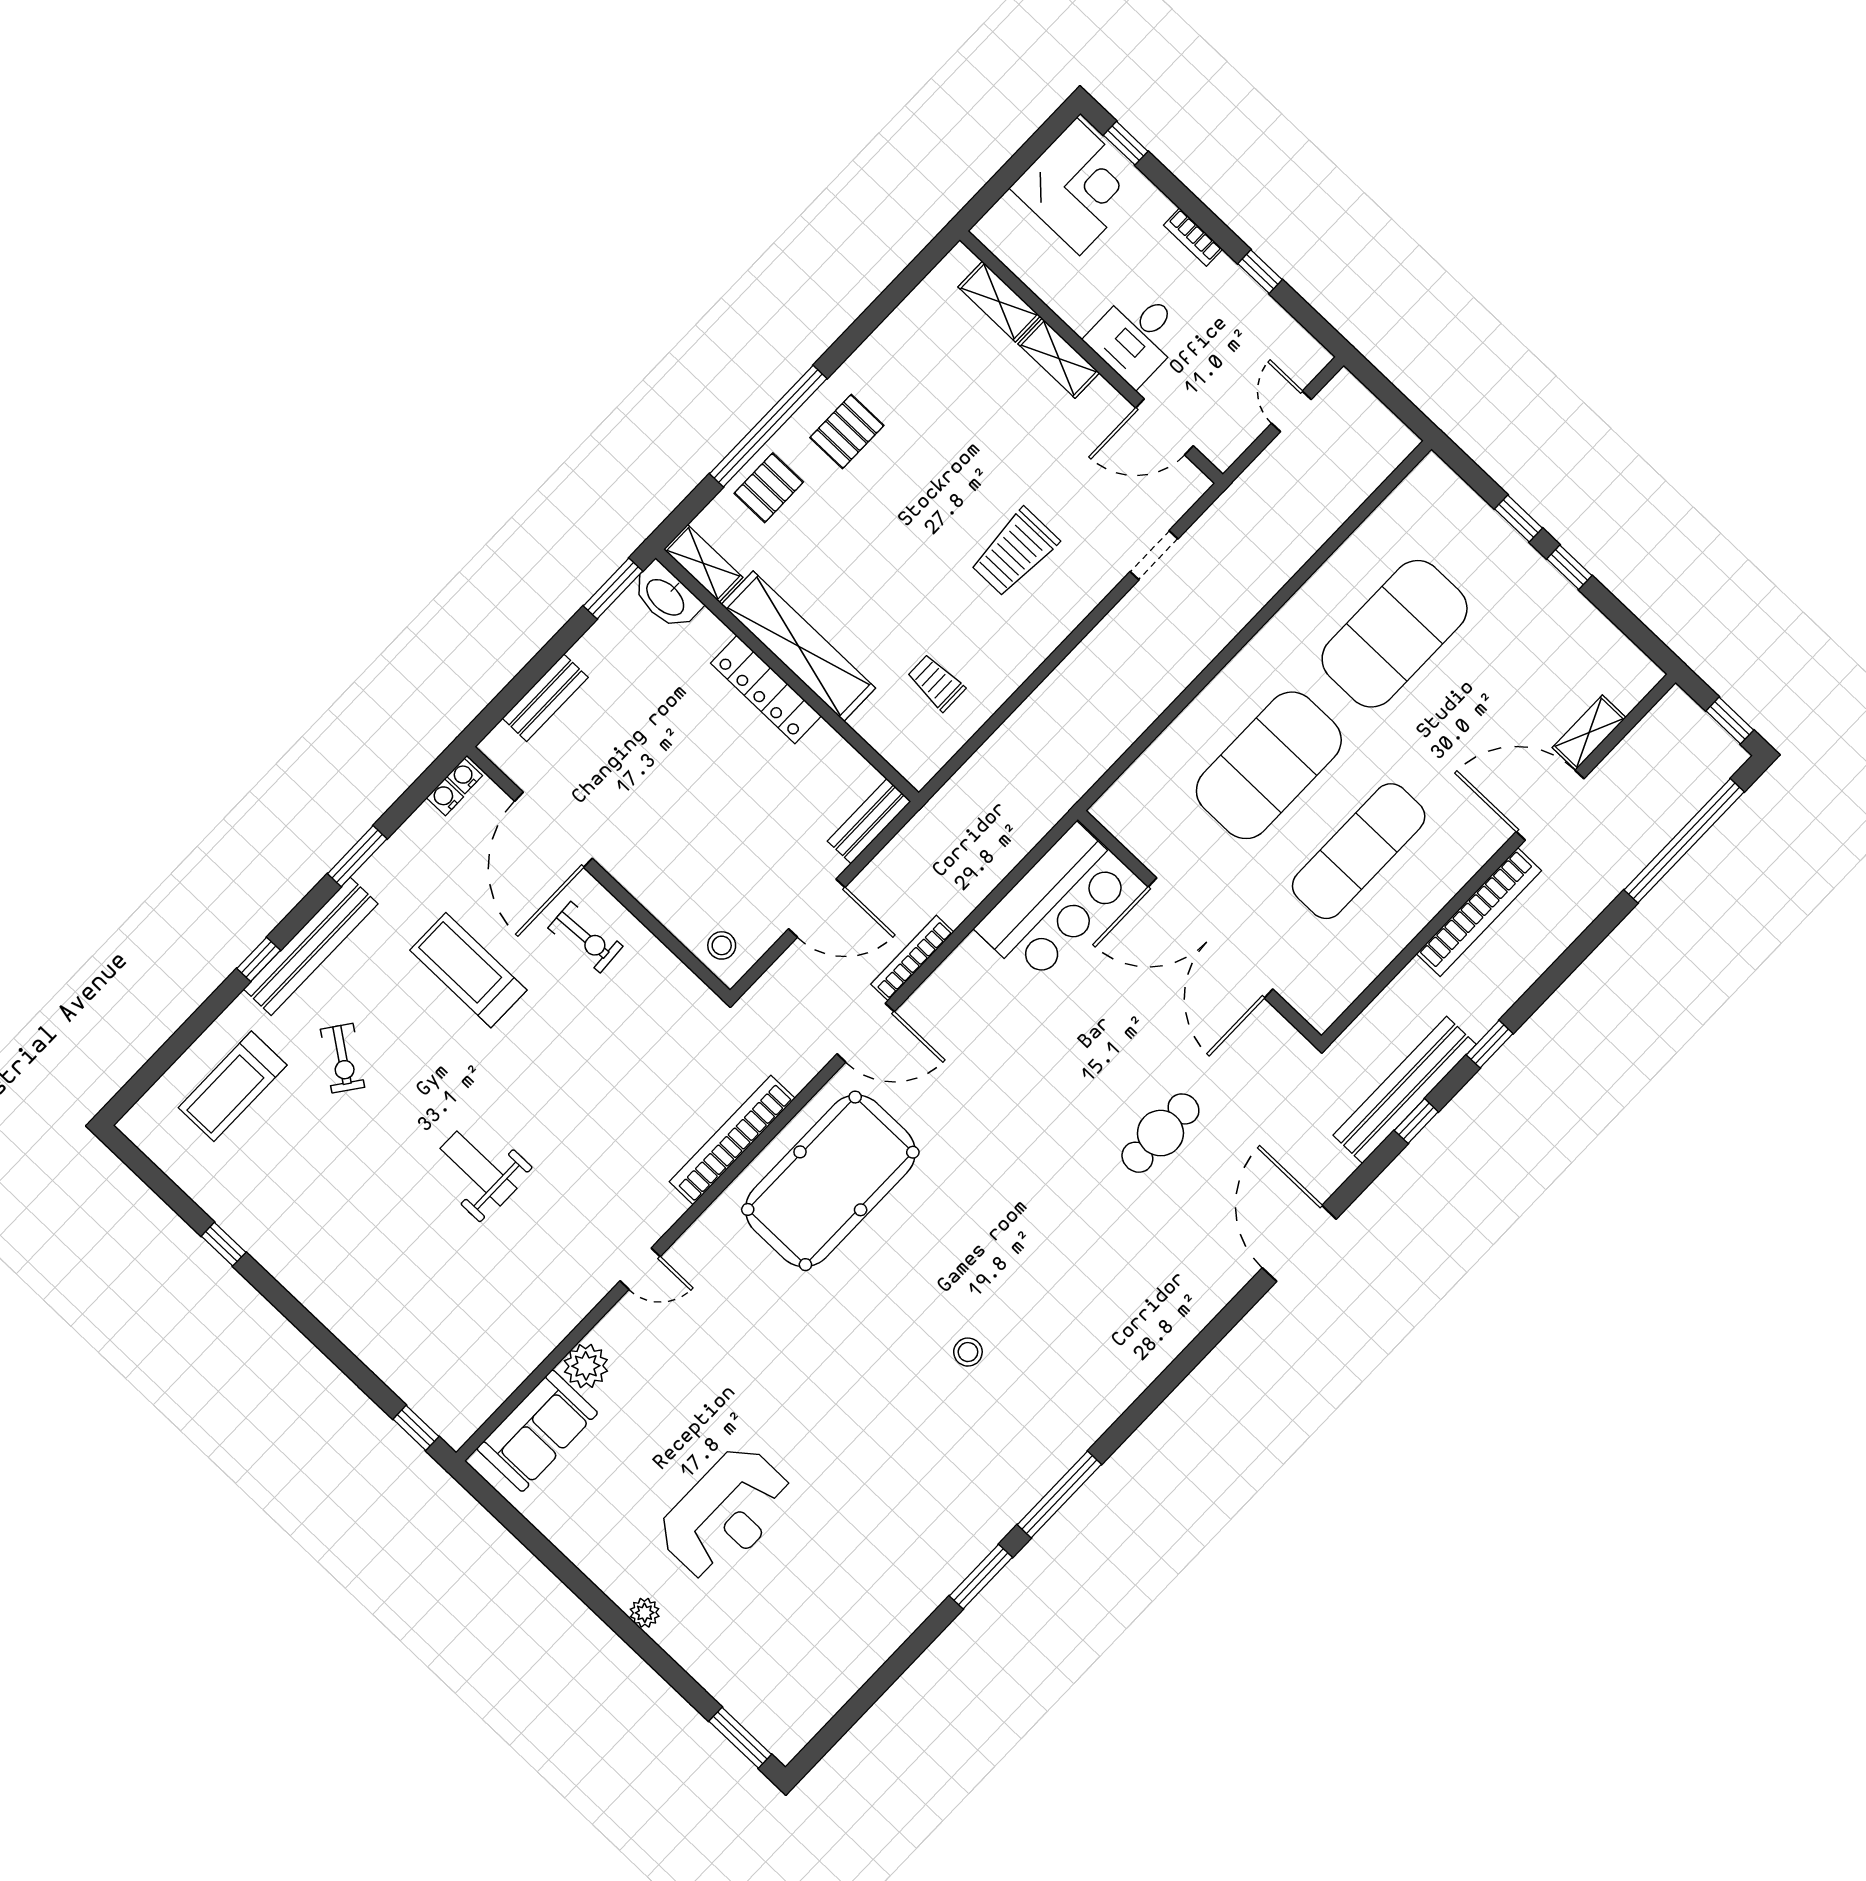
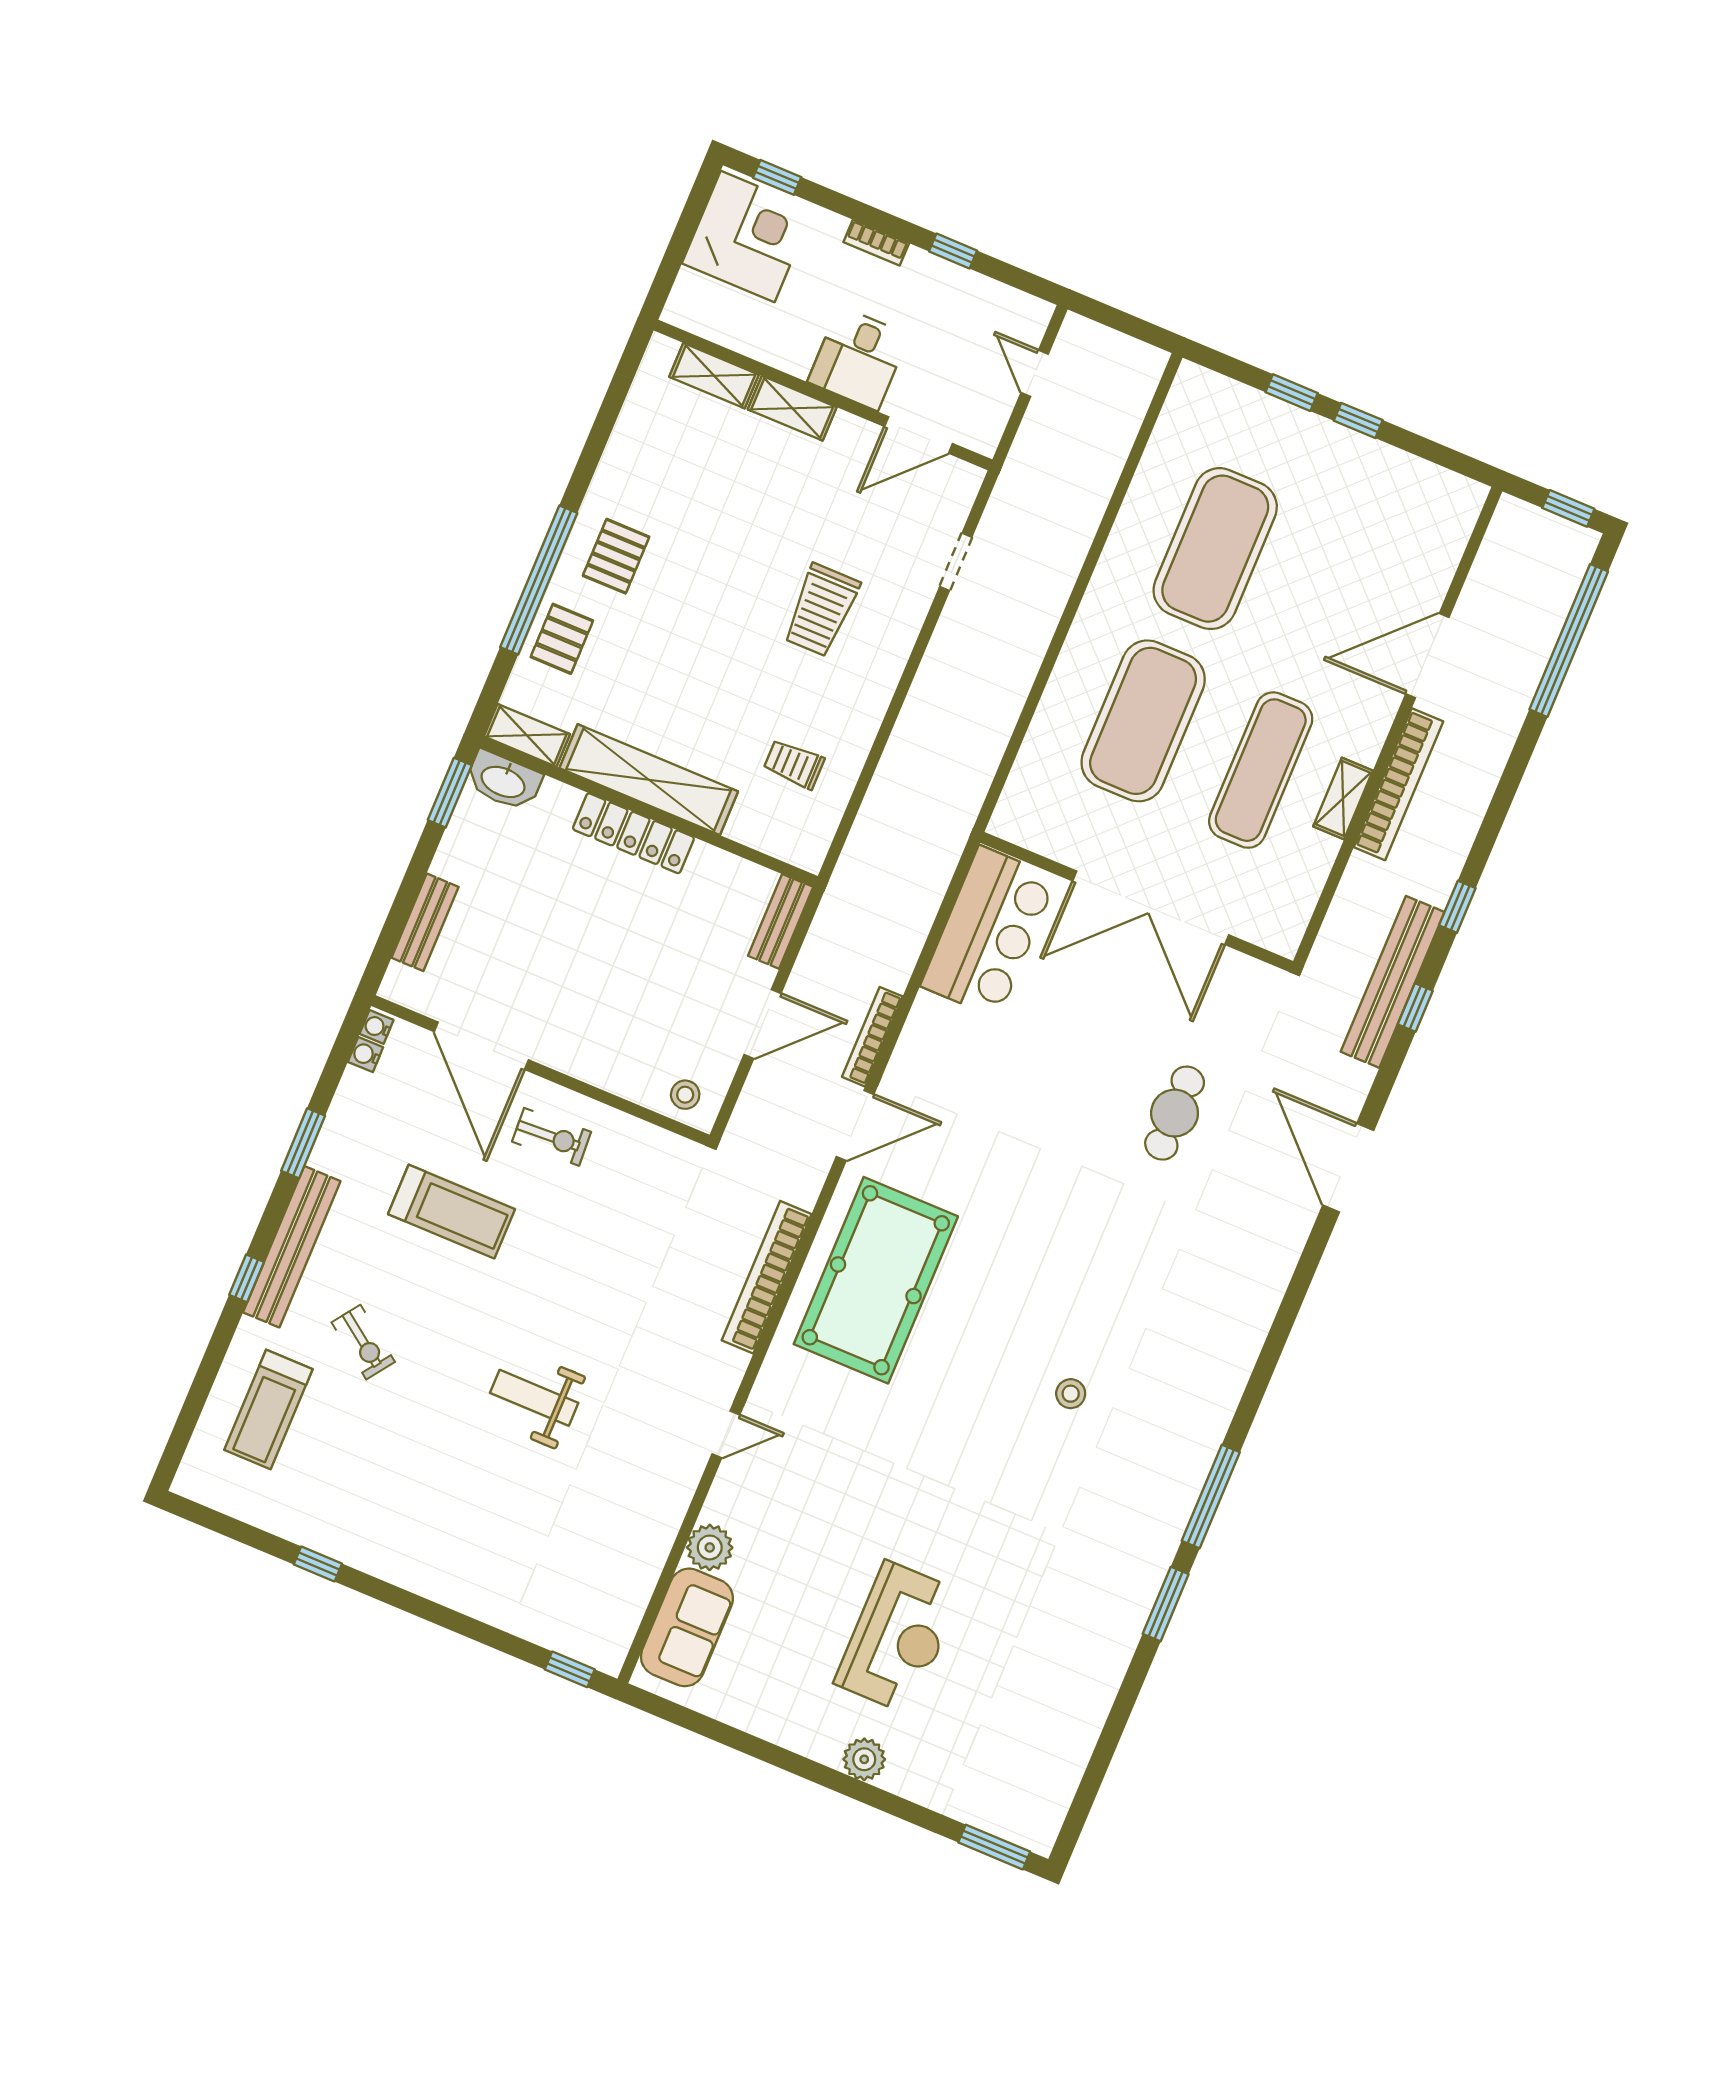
shelving: (1589, 733) -> (1343, 799), moved
treadmill: (468, 970) -> (452, 1212), turned 180
plant: (645, 1613) -> (864, 1759), width x1.38, depth x1.38

